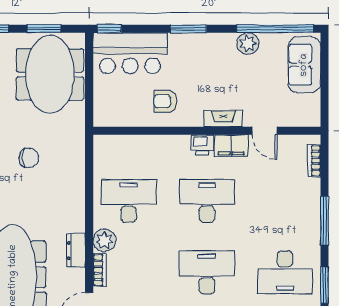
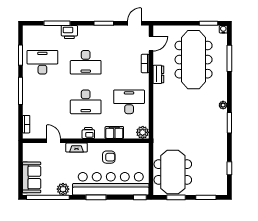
bar counter: (130, 53) -> (111, 184), width x1.86
filing cabinet: (231, 146) -> (114, 133), moved
chair: (29, 158) -> (185, 126), removed
desk: (129, 201) -> (129, 102), turned 180
plant: (104, 240) -> (143, 132), moved

